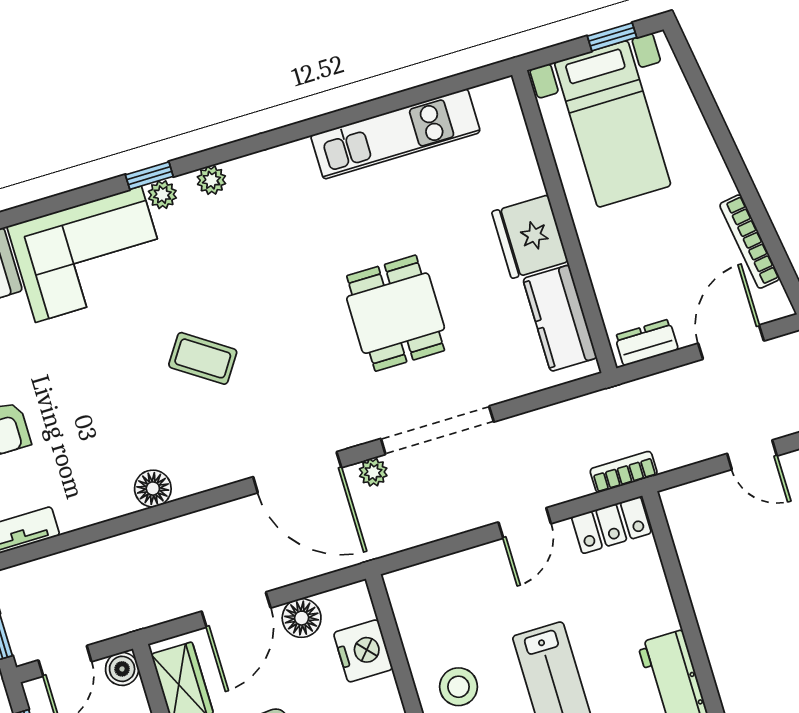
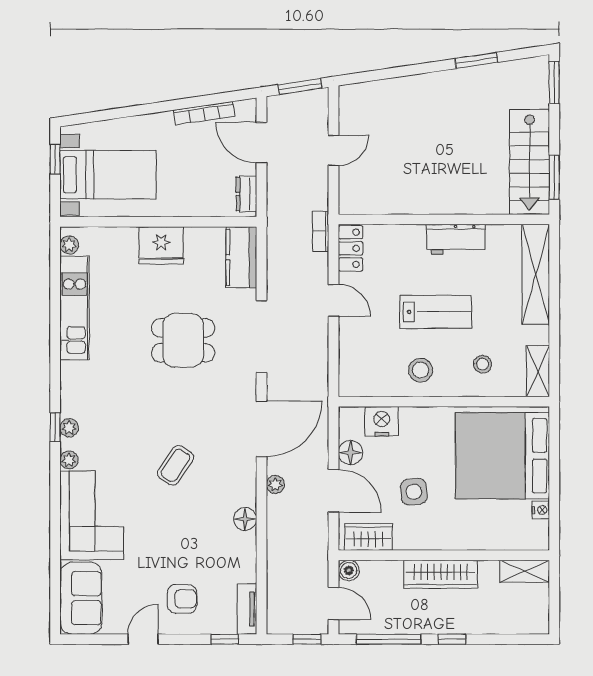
plant: (488, 97) -> (69, 245), added
window: (149, 176) -> (55, 427), moved
kitchen counter: (560, 318) -> (241, 257), moved, turned 90
plant: (373, 472) -> (275, 484), moved

